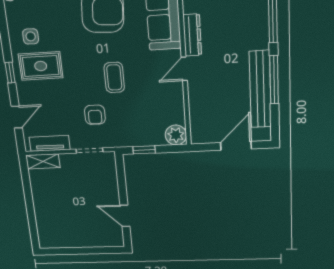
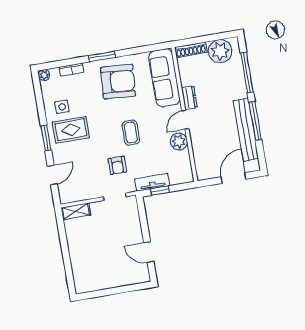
dresser: (192, 35) -> (189, 98), width x0.70
window: (10, 73) -> (46, 138), width x1.50
plant: (176, 135) -> (179, 142), moved
tv unit: (50, 143) -> (152, 182), moved

